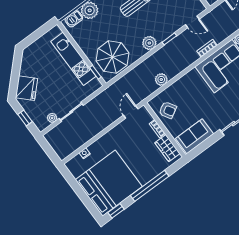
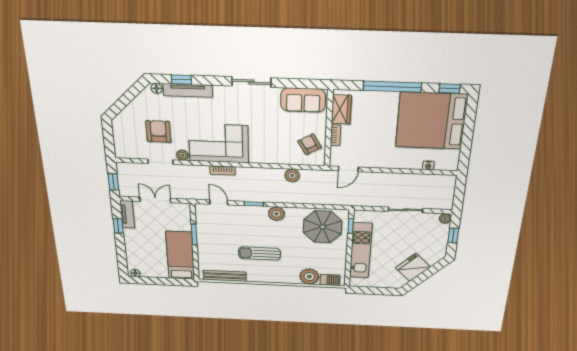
fridge: (27, 88) -> (413, 267), moved
plant: (52, 118) -> (445, 219), moved

